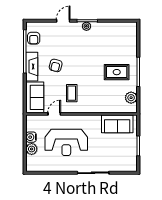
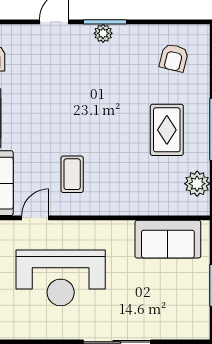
armchair: (56, 65) -> (174, 58), moved
rug: (117, 72) -> (167, 130), turned 90

